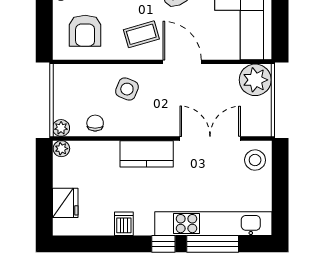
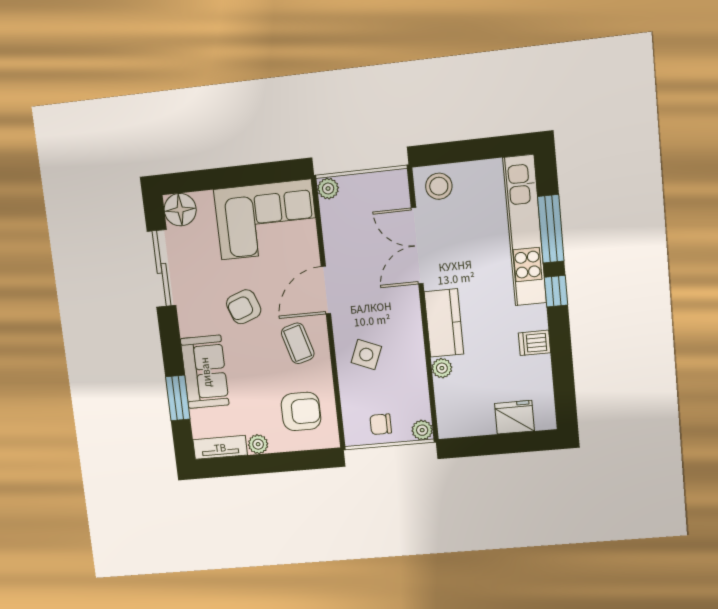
plant: (255, 80) -> (328, 189), width x0.53, depth x0.53
chair: (95, 123) -> (381, 424), moved
plant: (61, 149) -> (442, 368), moved

